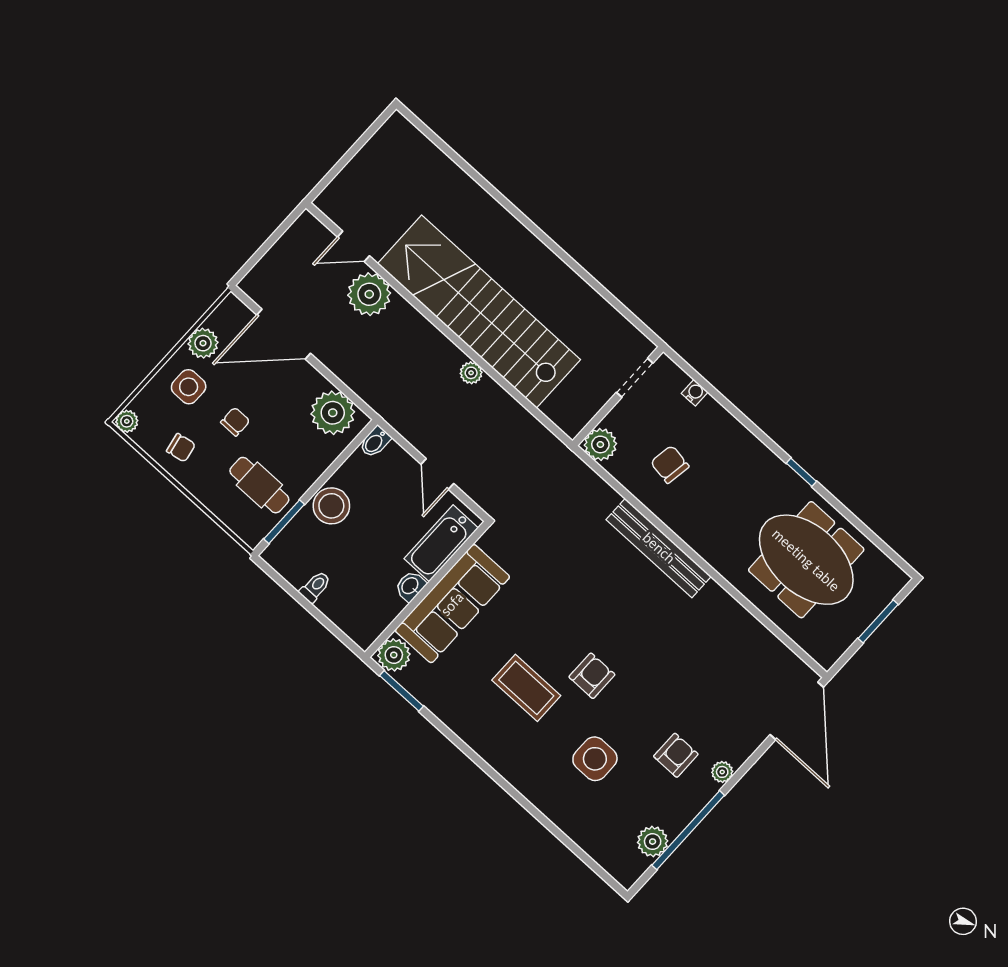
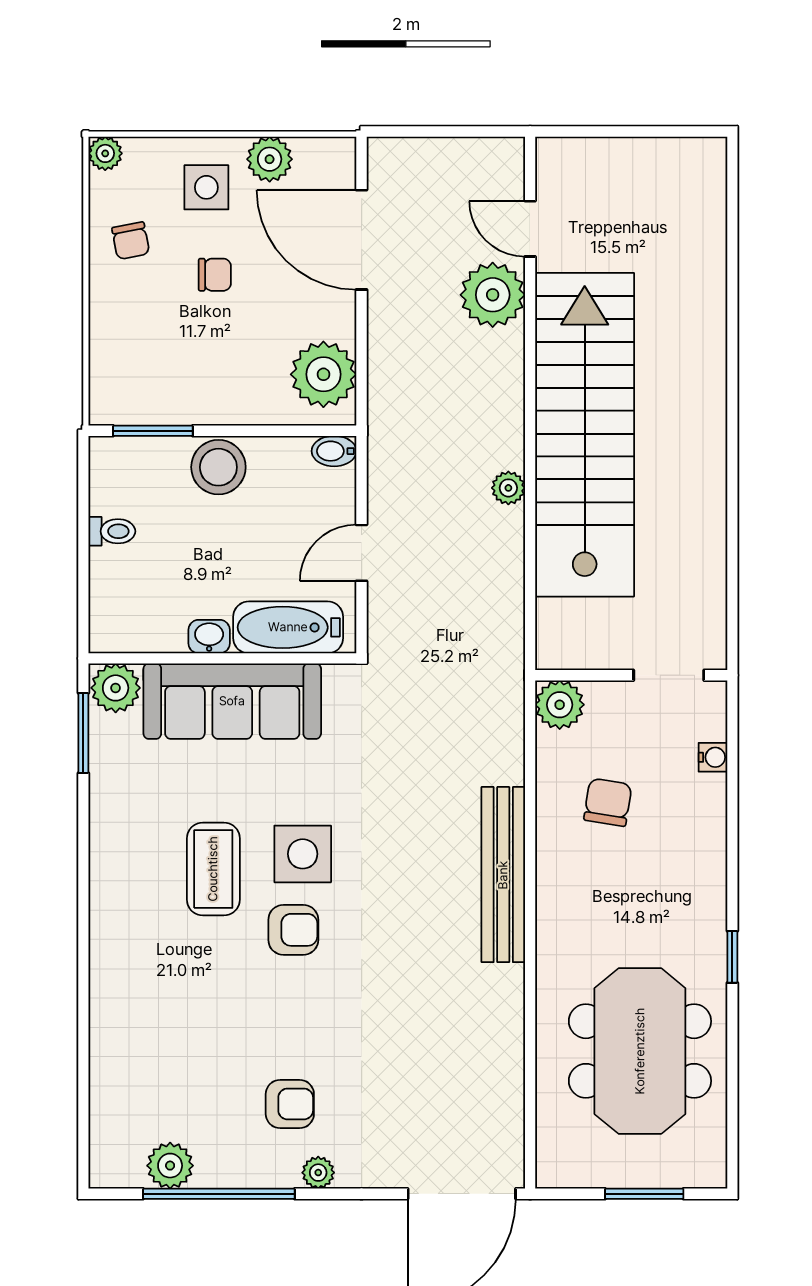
cafe table: (259, 485) -> (169, 366), removed
side table: (595, 759) -> (303, 854), moved

